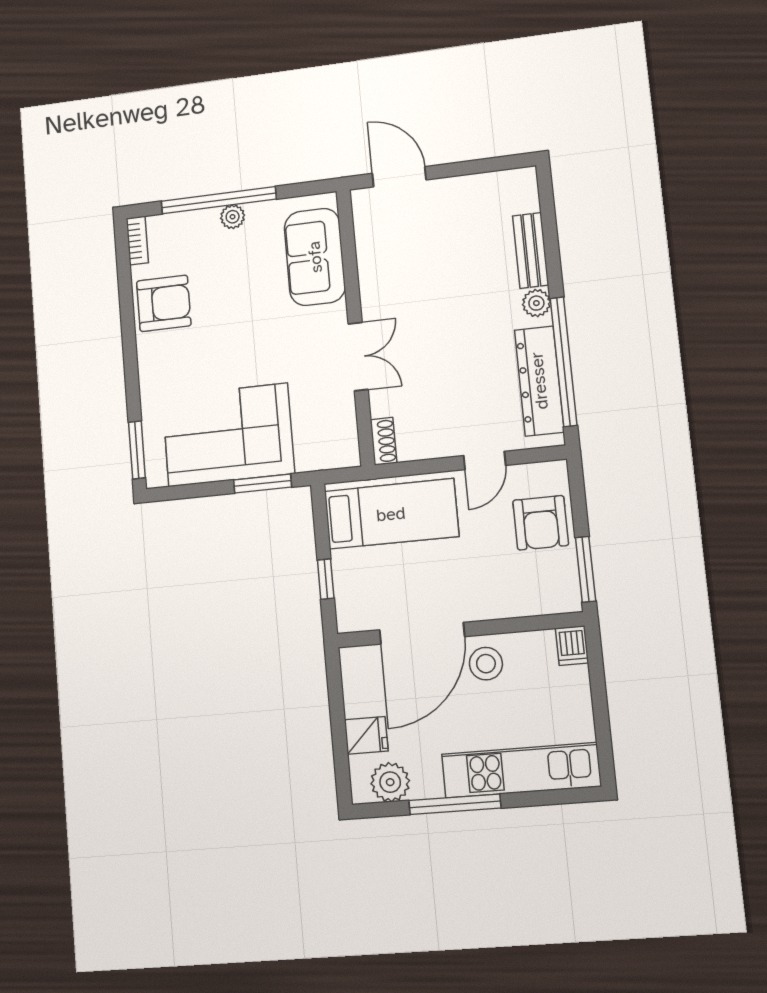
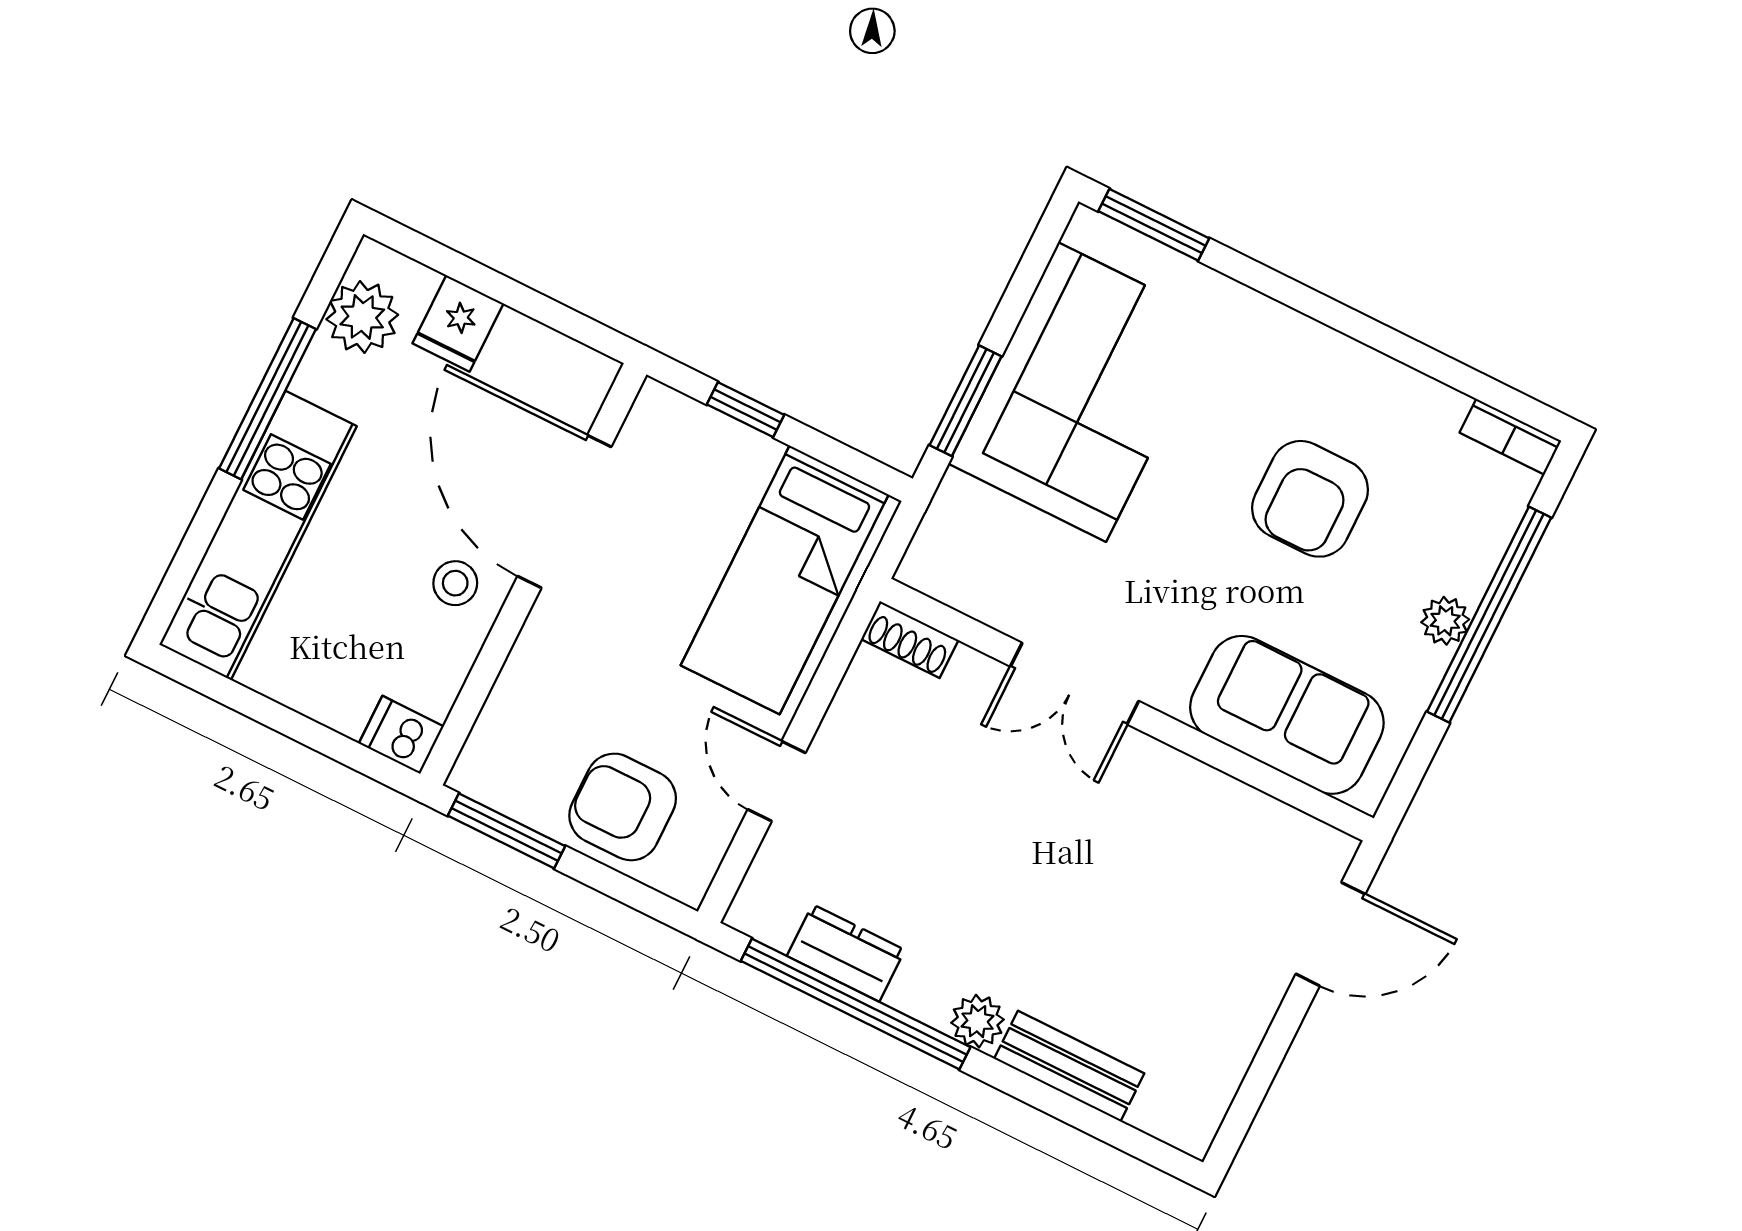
armchair: (164, 303) -> (1310, 499), moved
dresser: (539, 381) -> (846, 953), width x0.51, depth x0.80
stool: (486, 664) -> (455, 583), width x0.73, depth x0.73

